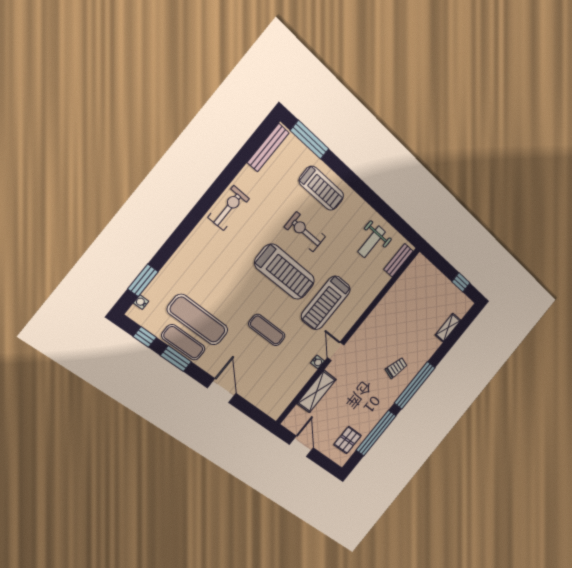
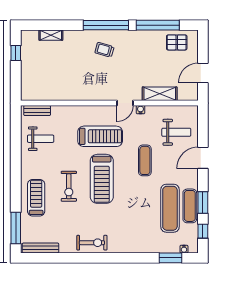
exercise bike: (229, 208) -> (92, 243), turned 180
treadmill: (285, 272) -> (102, 179), turned 180
weight bench: (268, 382) -> (176, 132), added

